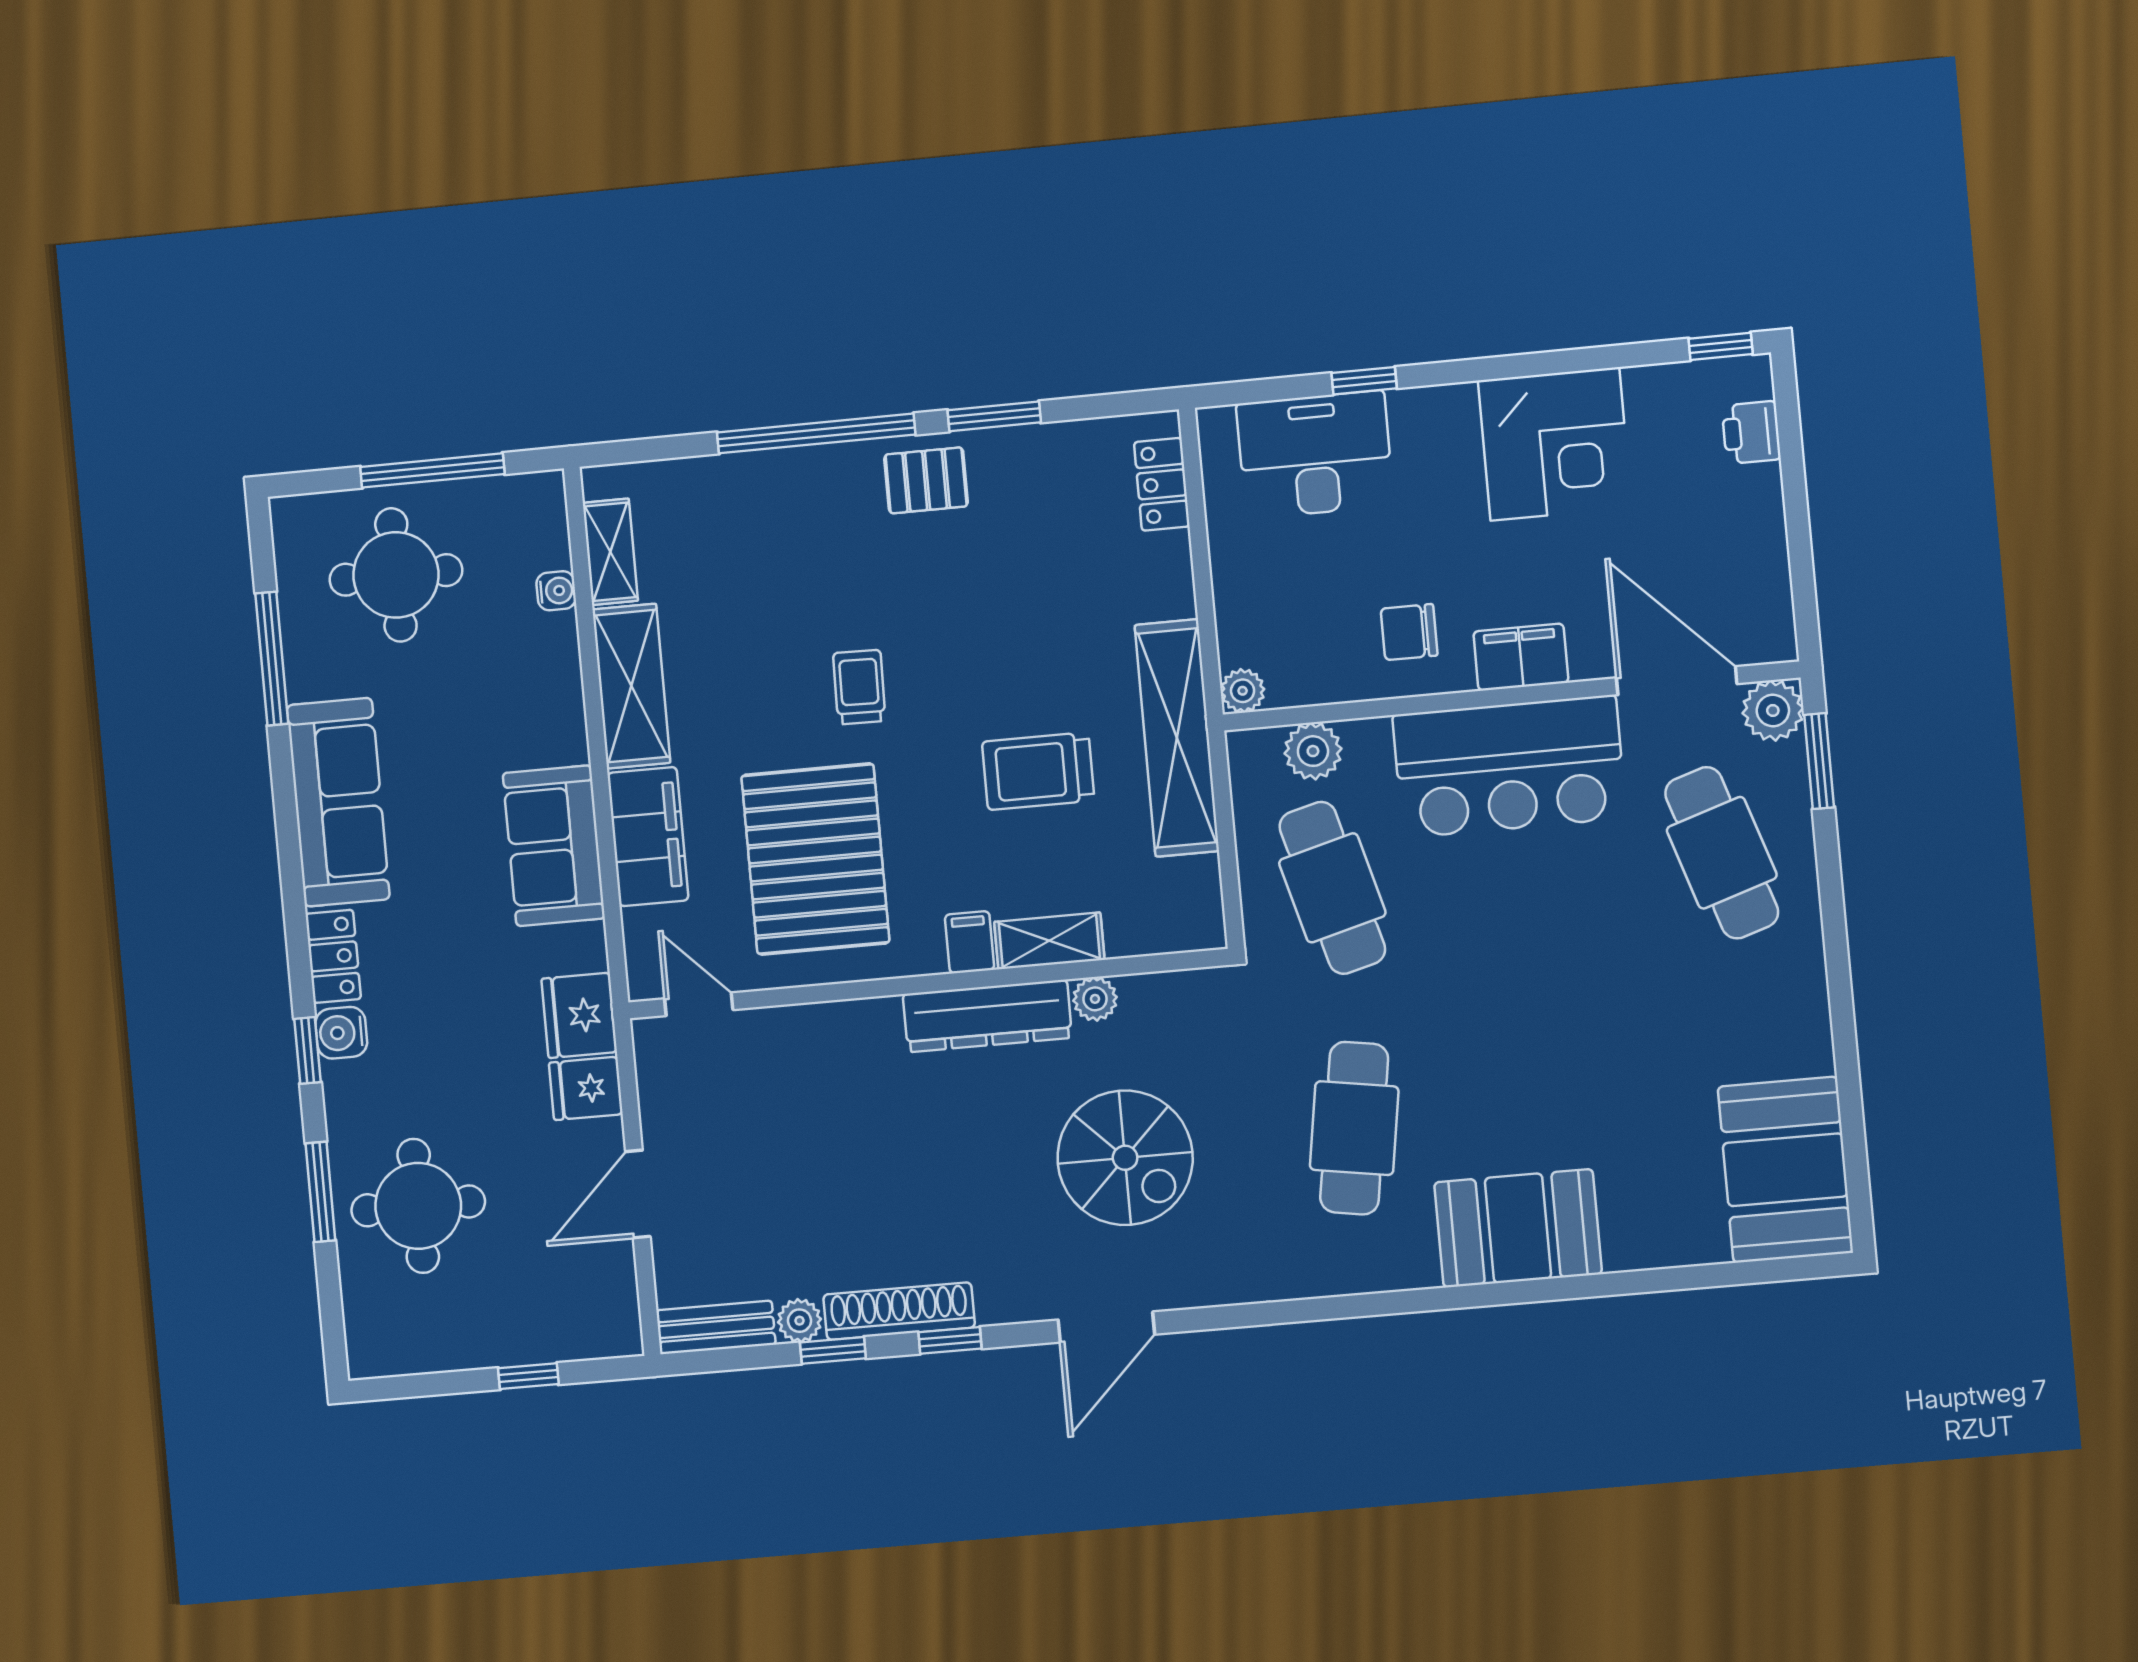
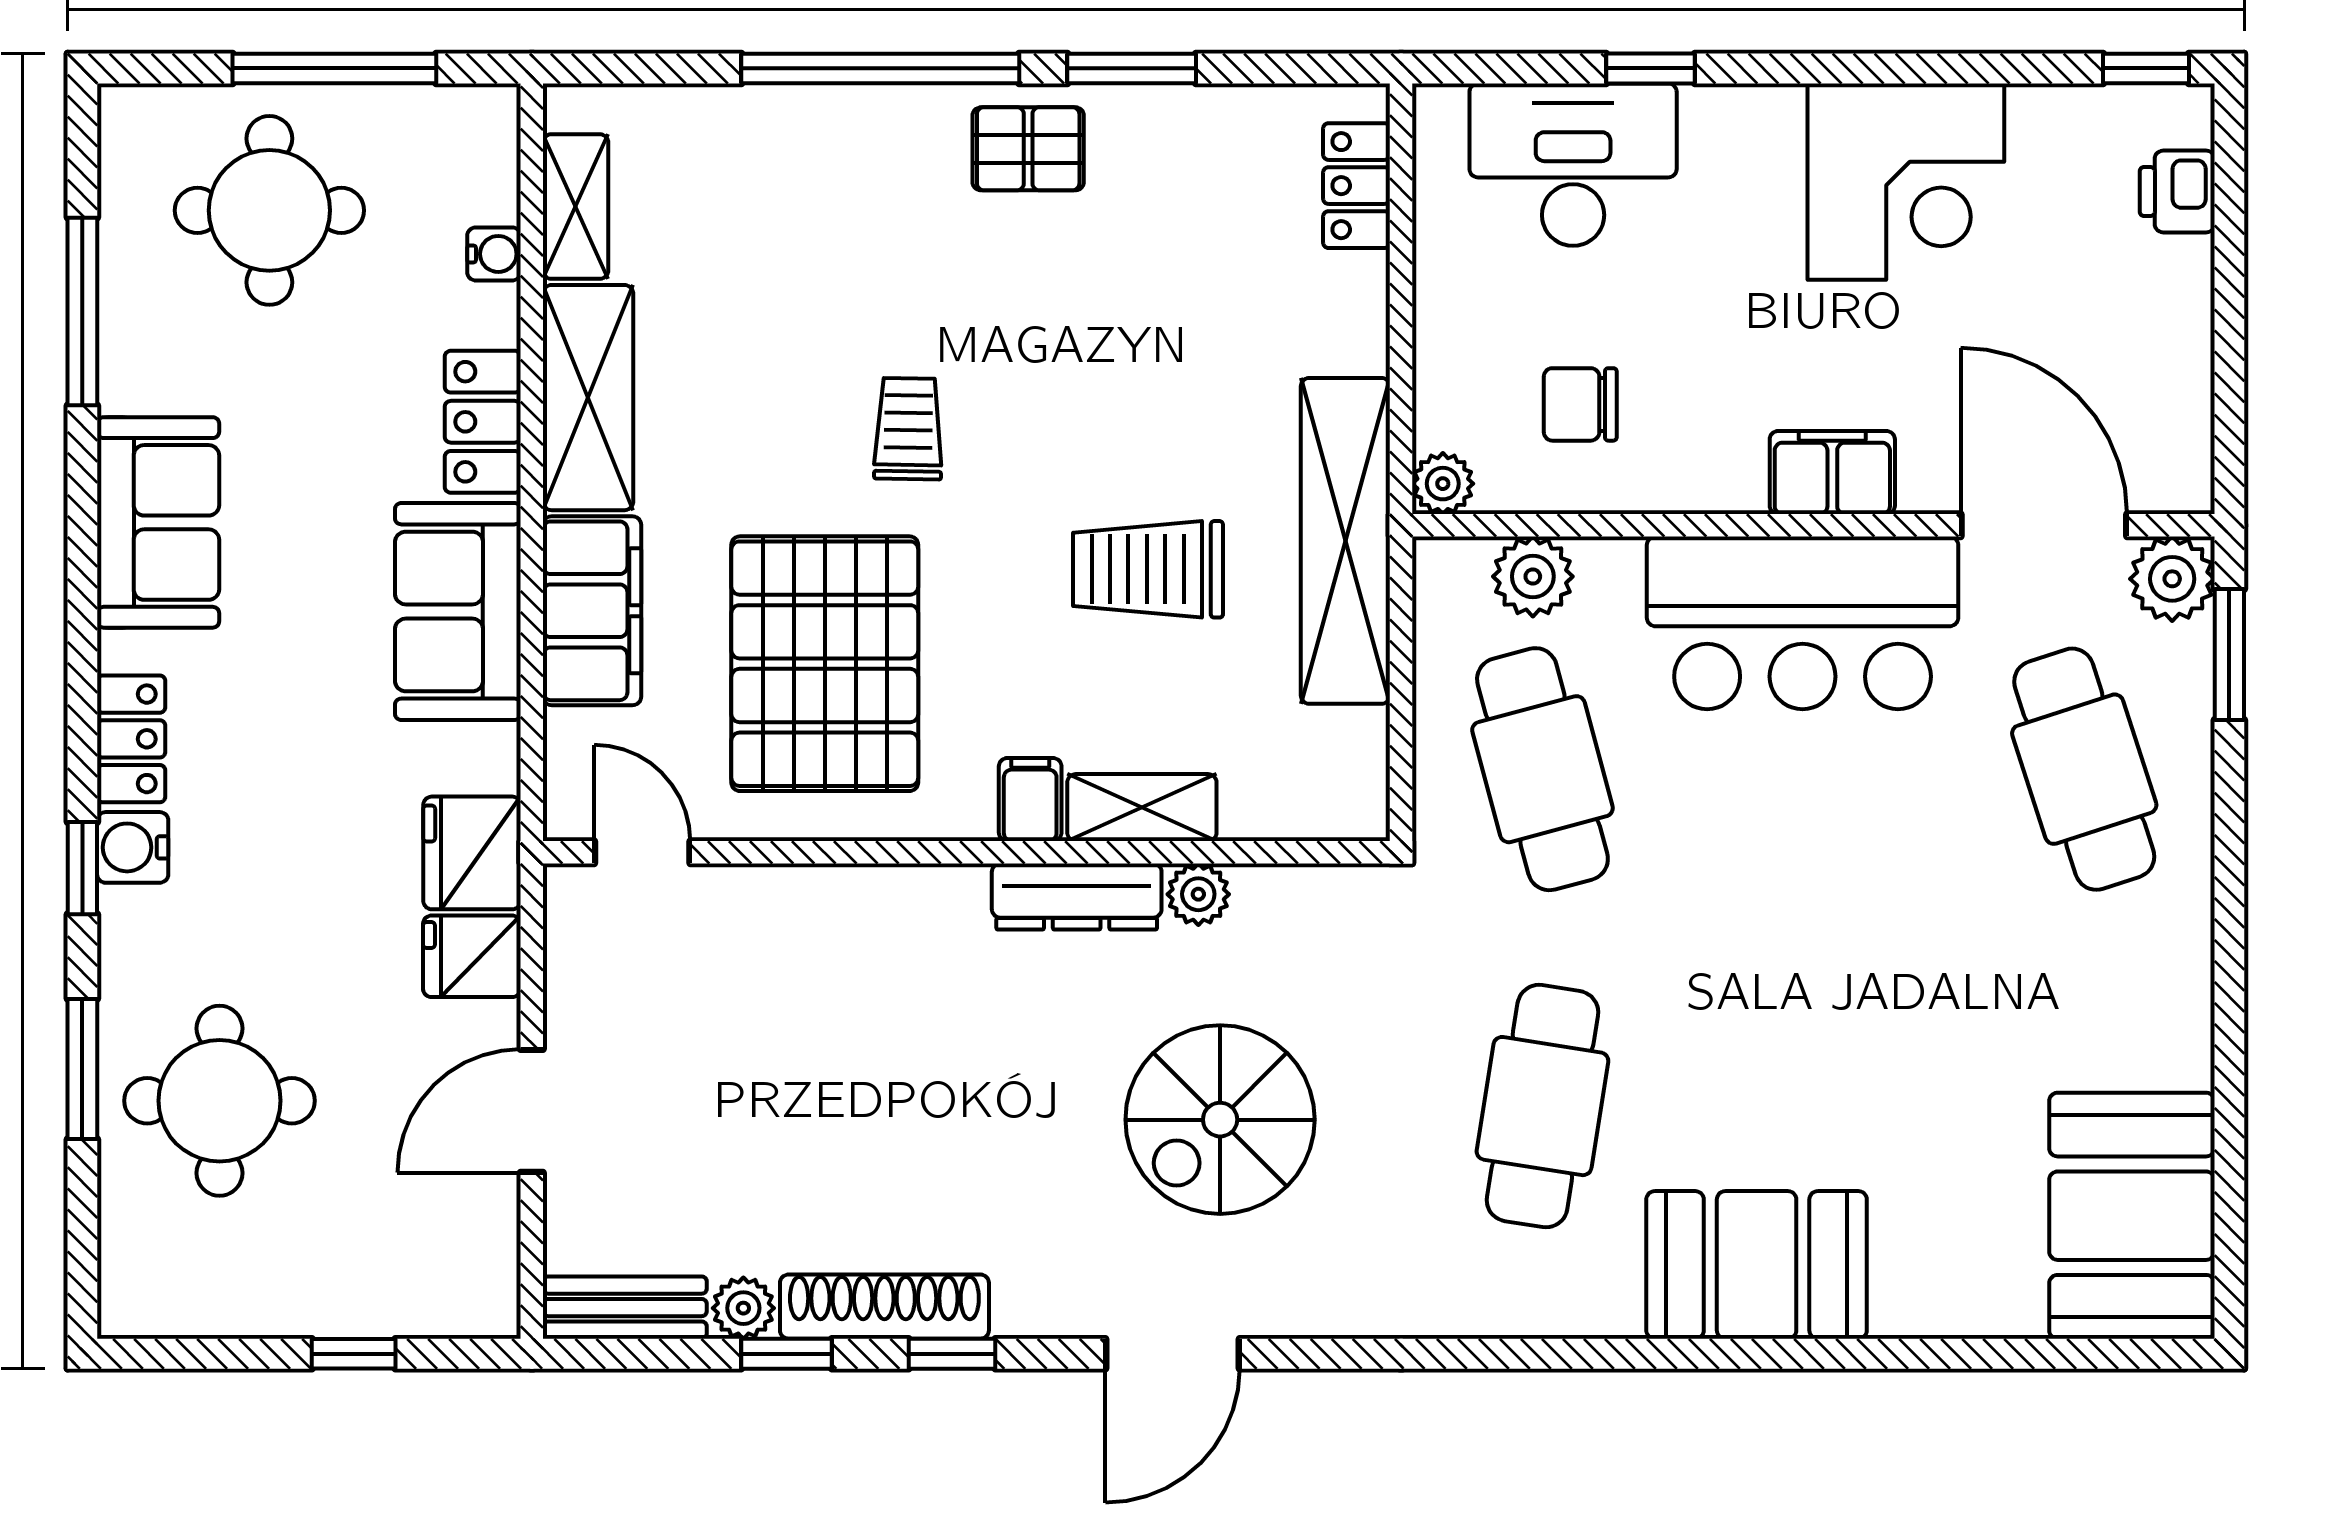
chair: (1409, 632) -> (1580, 404), moved
locker: (559, 710) -> (483, 422), added
sofa: (338, 802) -> (158, 522), width x0.73
dresser: (987, 1016) -> (1077, 897), width x0.73, depth x0.80
spiral stairs: (1125, 1158) -> (1220, 1120), turned 90

